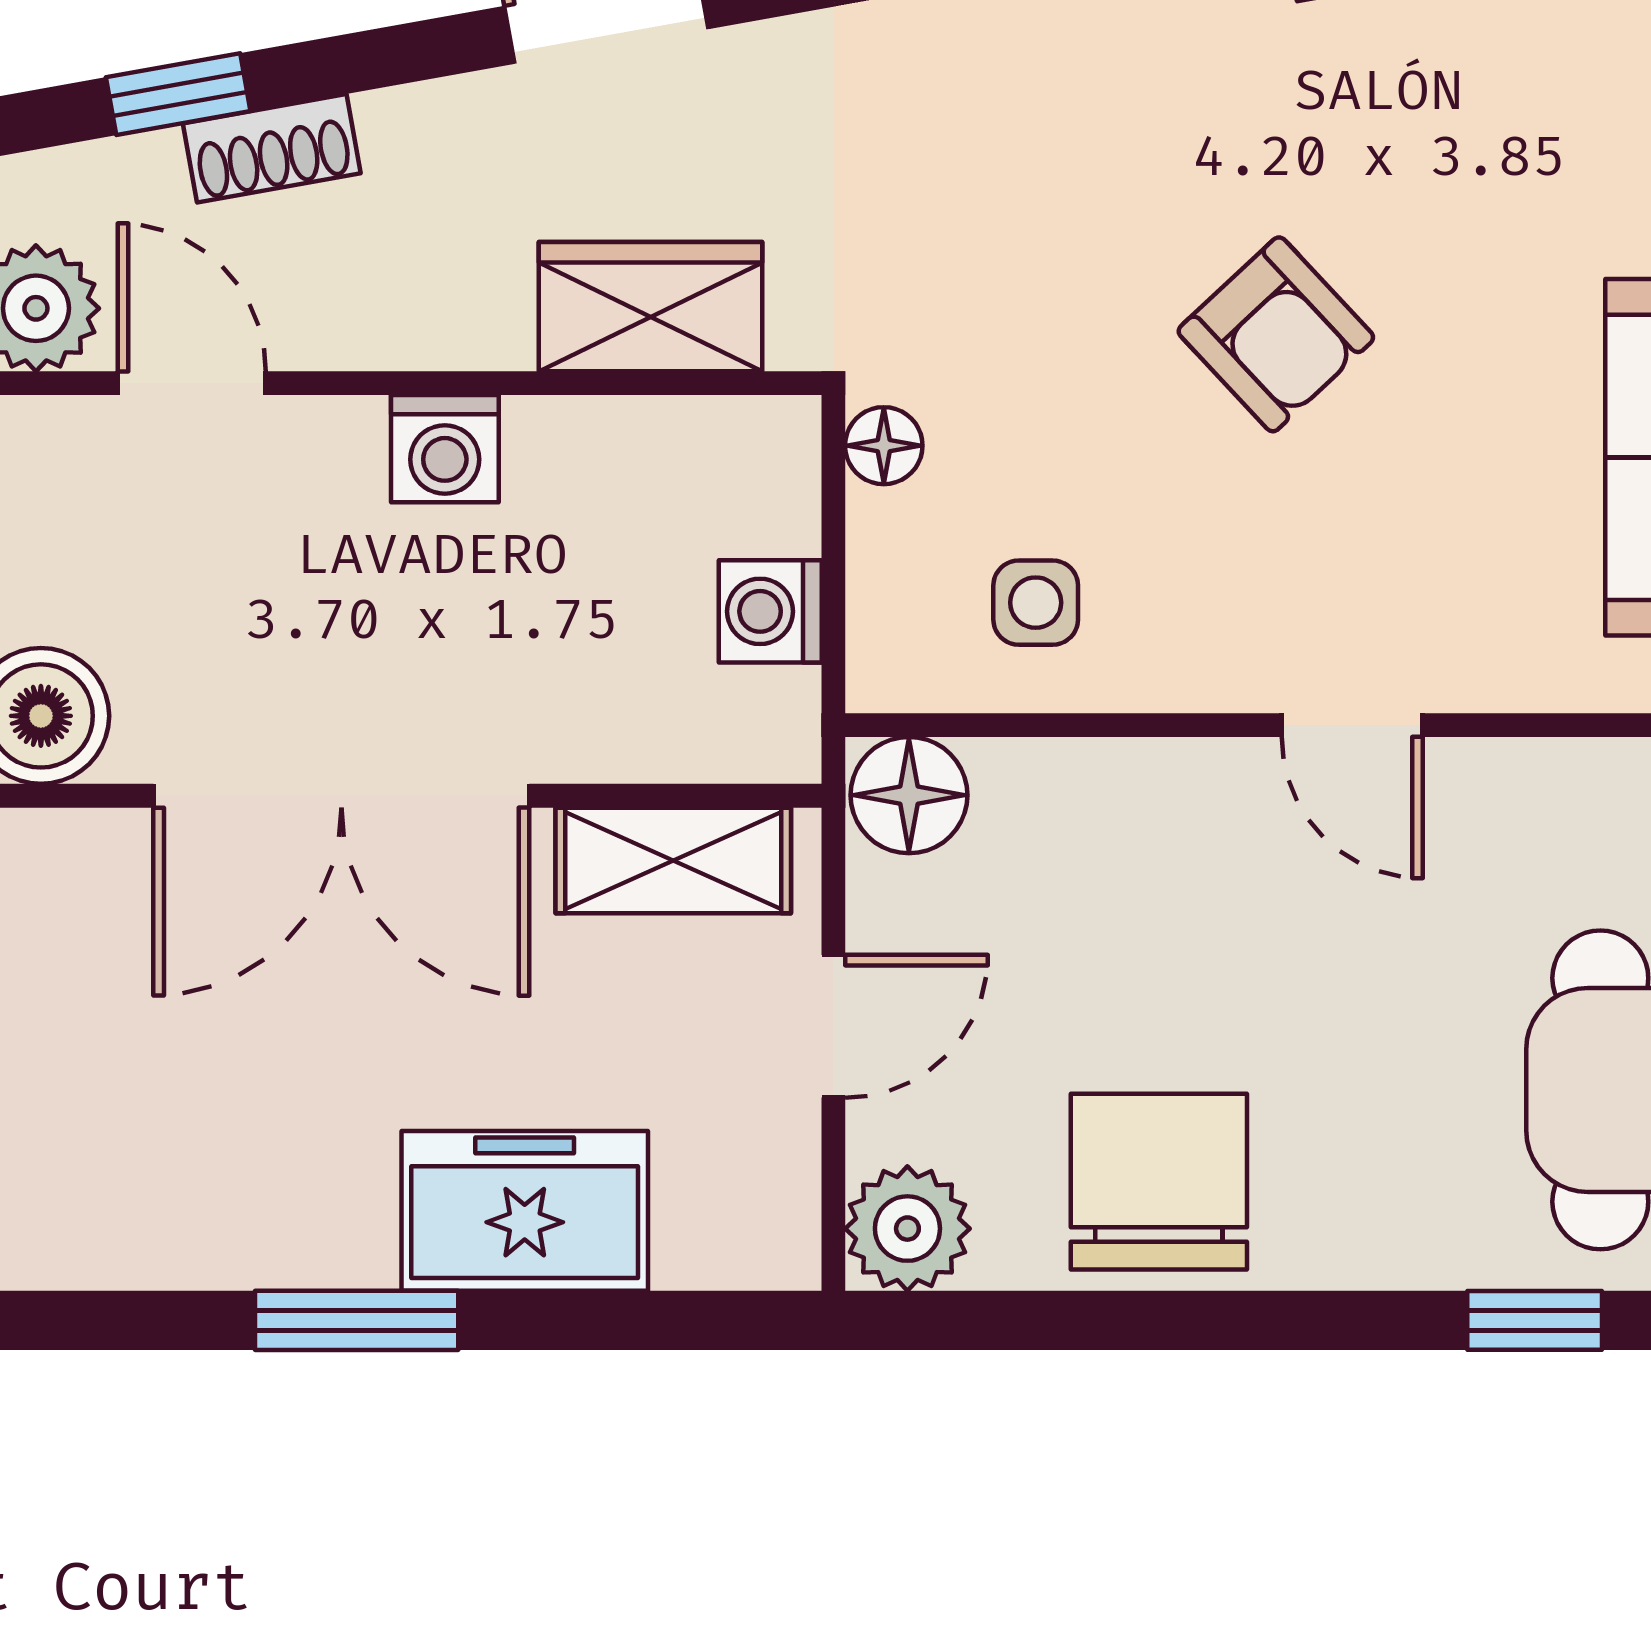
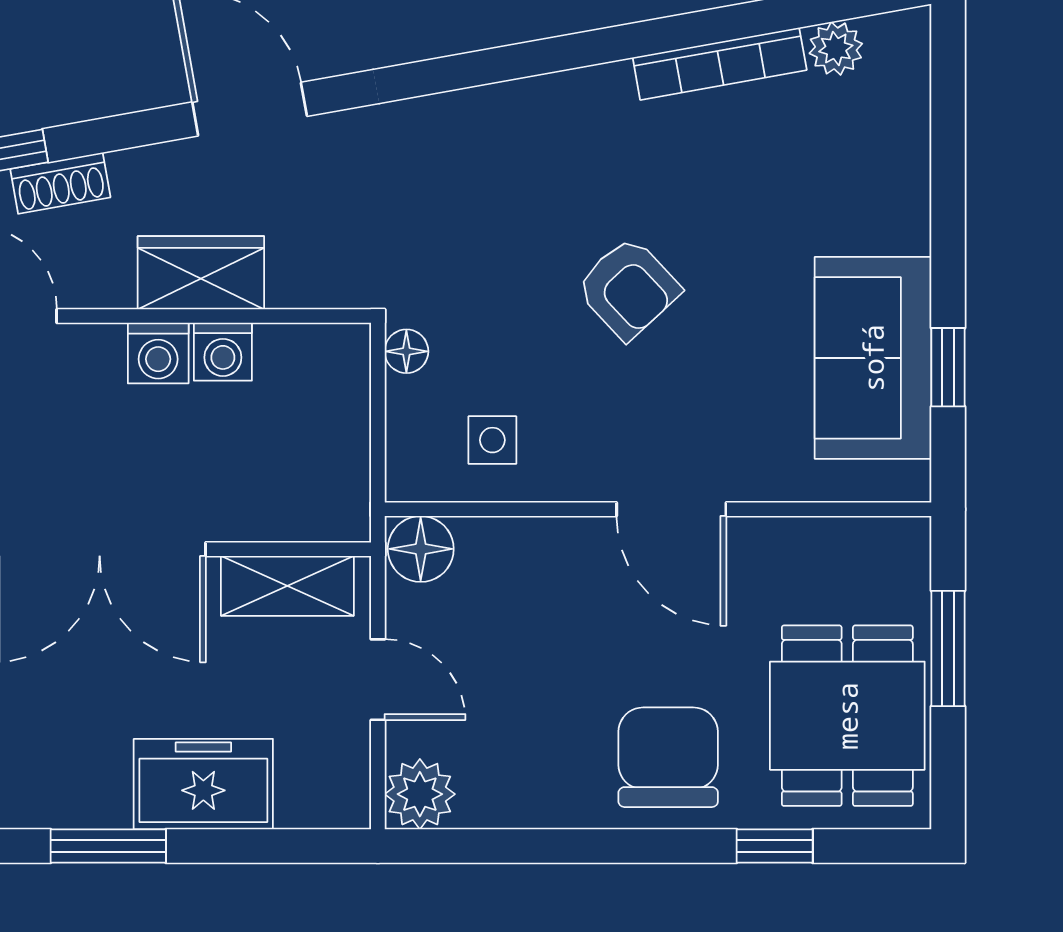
wardrobe: (651, 307) -> (201, 273), moved
washing machine: (770, 611) -> (223, 352), moved, turned -90
door: (1352, 725) -> (671, 509), width x1.38
door: (833, 1026) -> (378, 680), hinge flipped
chair: (1159, 1182) -> (668, 757), moved

